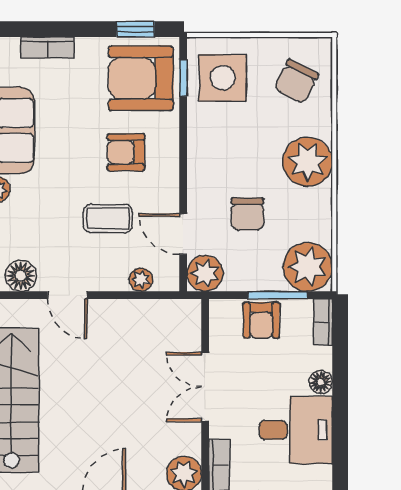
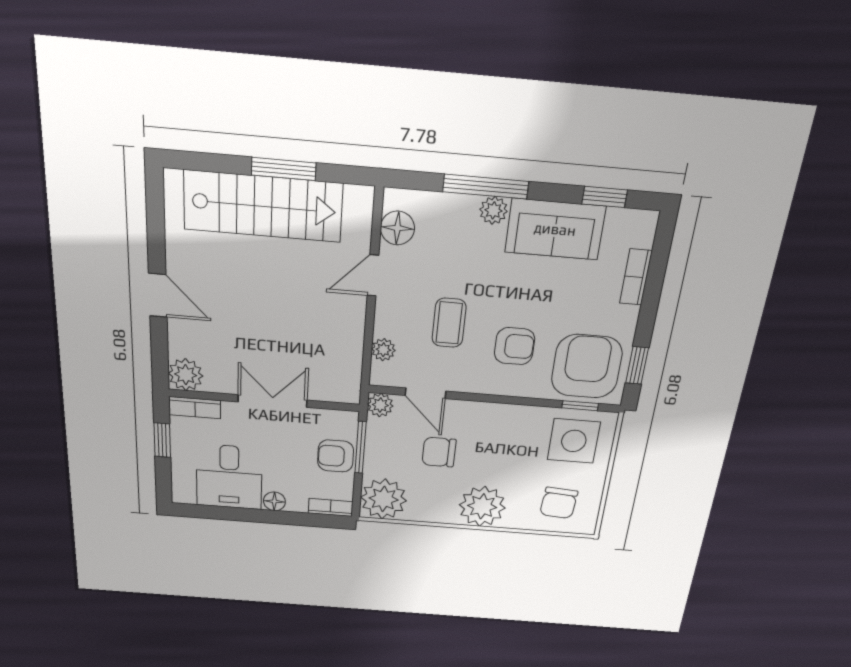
chair: (296, 82) -> (559, 503), turned -113
armchair: (126, 152) -> (515, 346), turned 90
door: (183, 234) -> (426, 393), swing flipped
plant: (205, 273) -> (380, 405), width x0.73, depth x0.73
window: (278, 295) -> (360, 447), moved

